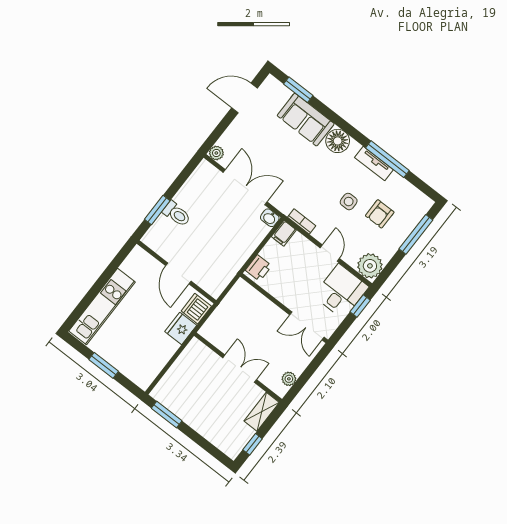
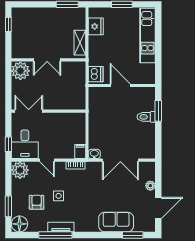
floor lamp: (338, 141) -> (19, 224), moved
plant: (216, 153) -> (150, 186), moved
window: (416, 234) -> (8, 206), width x0.69
printer: (259, 268) -> (79, 122), removed
fridge: (181, 328) -> (96, 26), moved
plant: (289, 379) -> (20, 71), width x1.88, depth x1.88
shelving: (262, 412) -> (80, 43), moved

